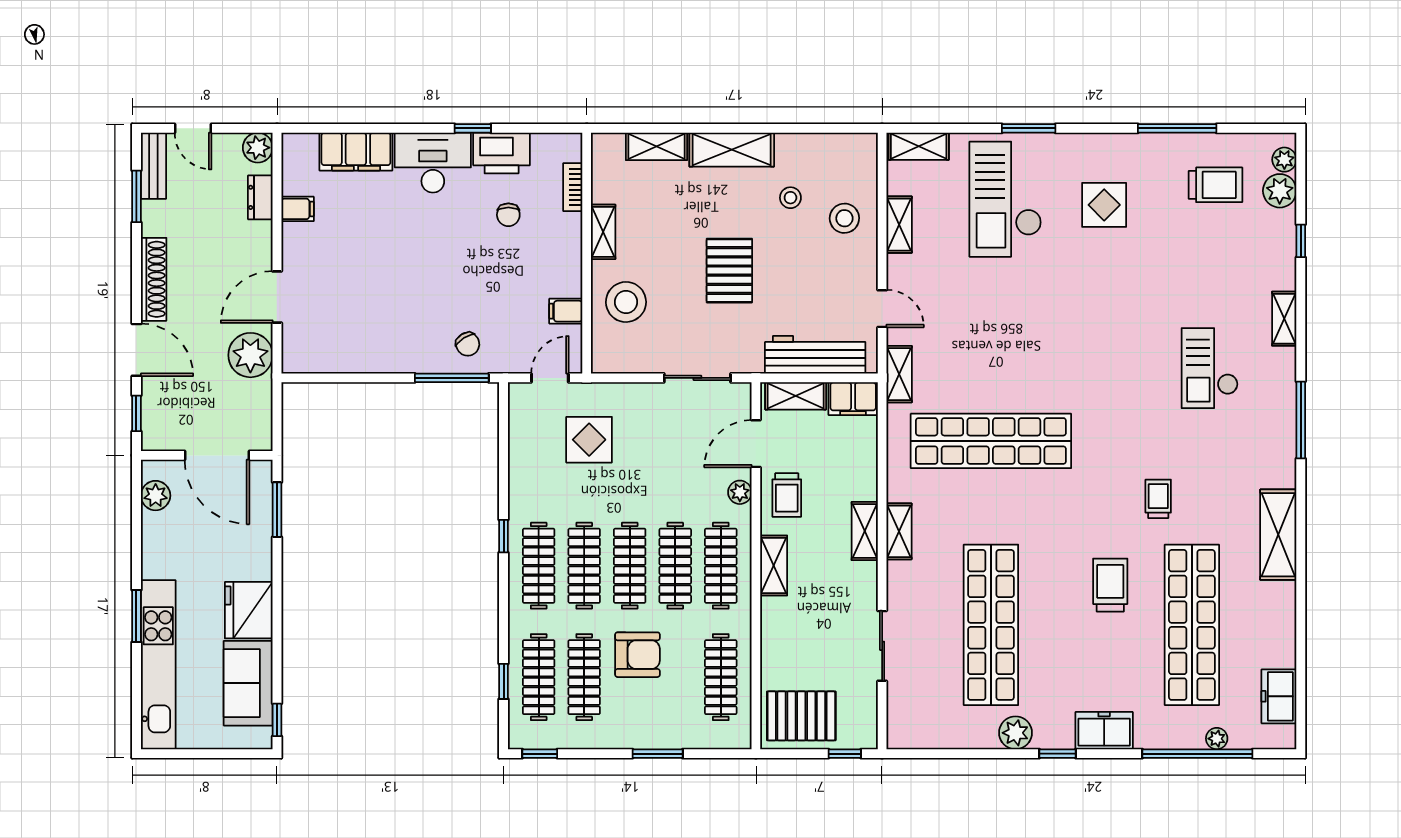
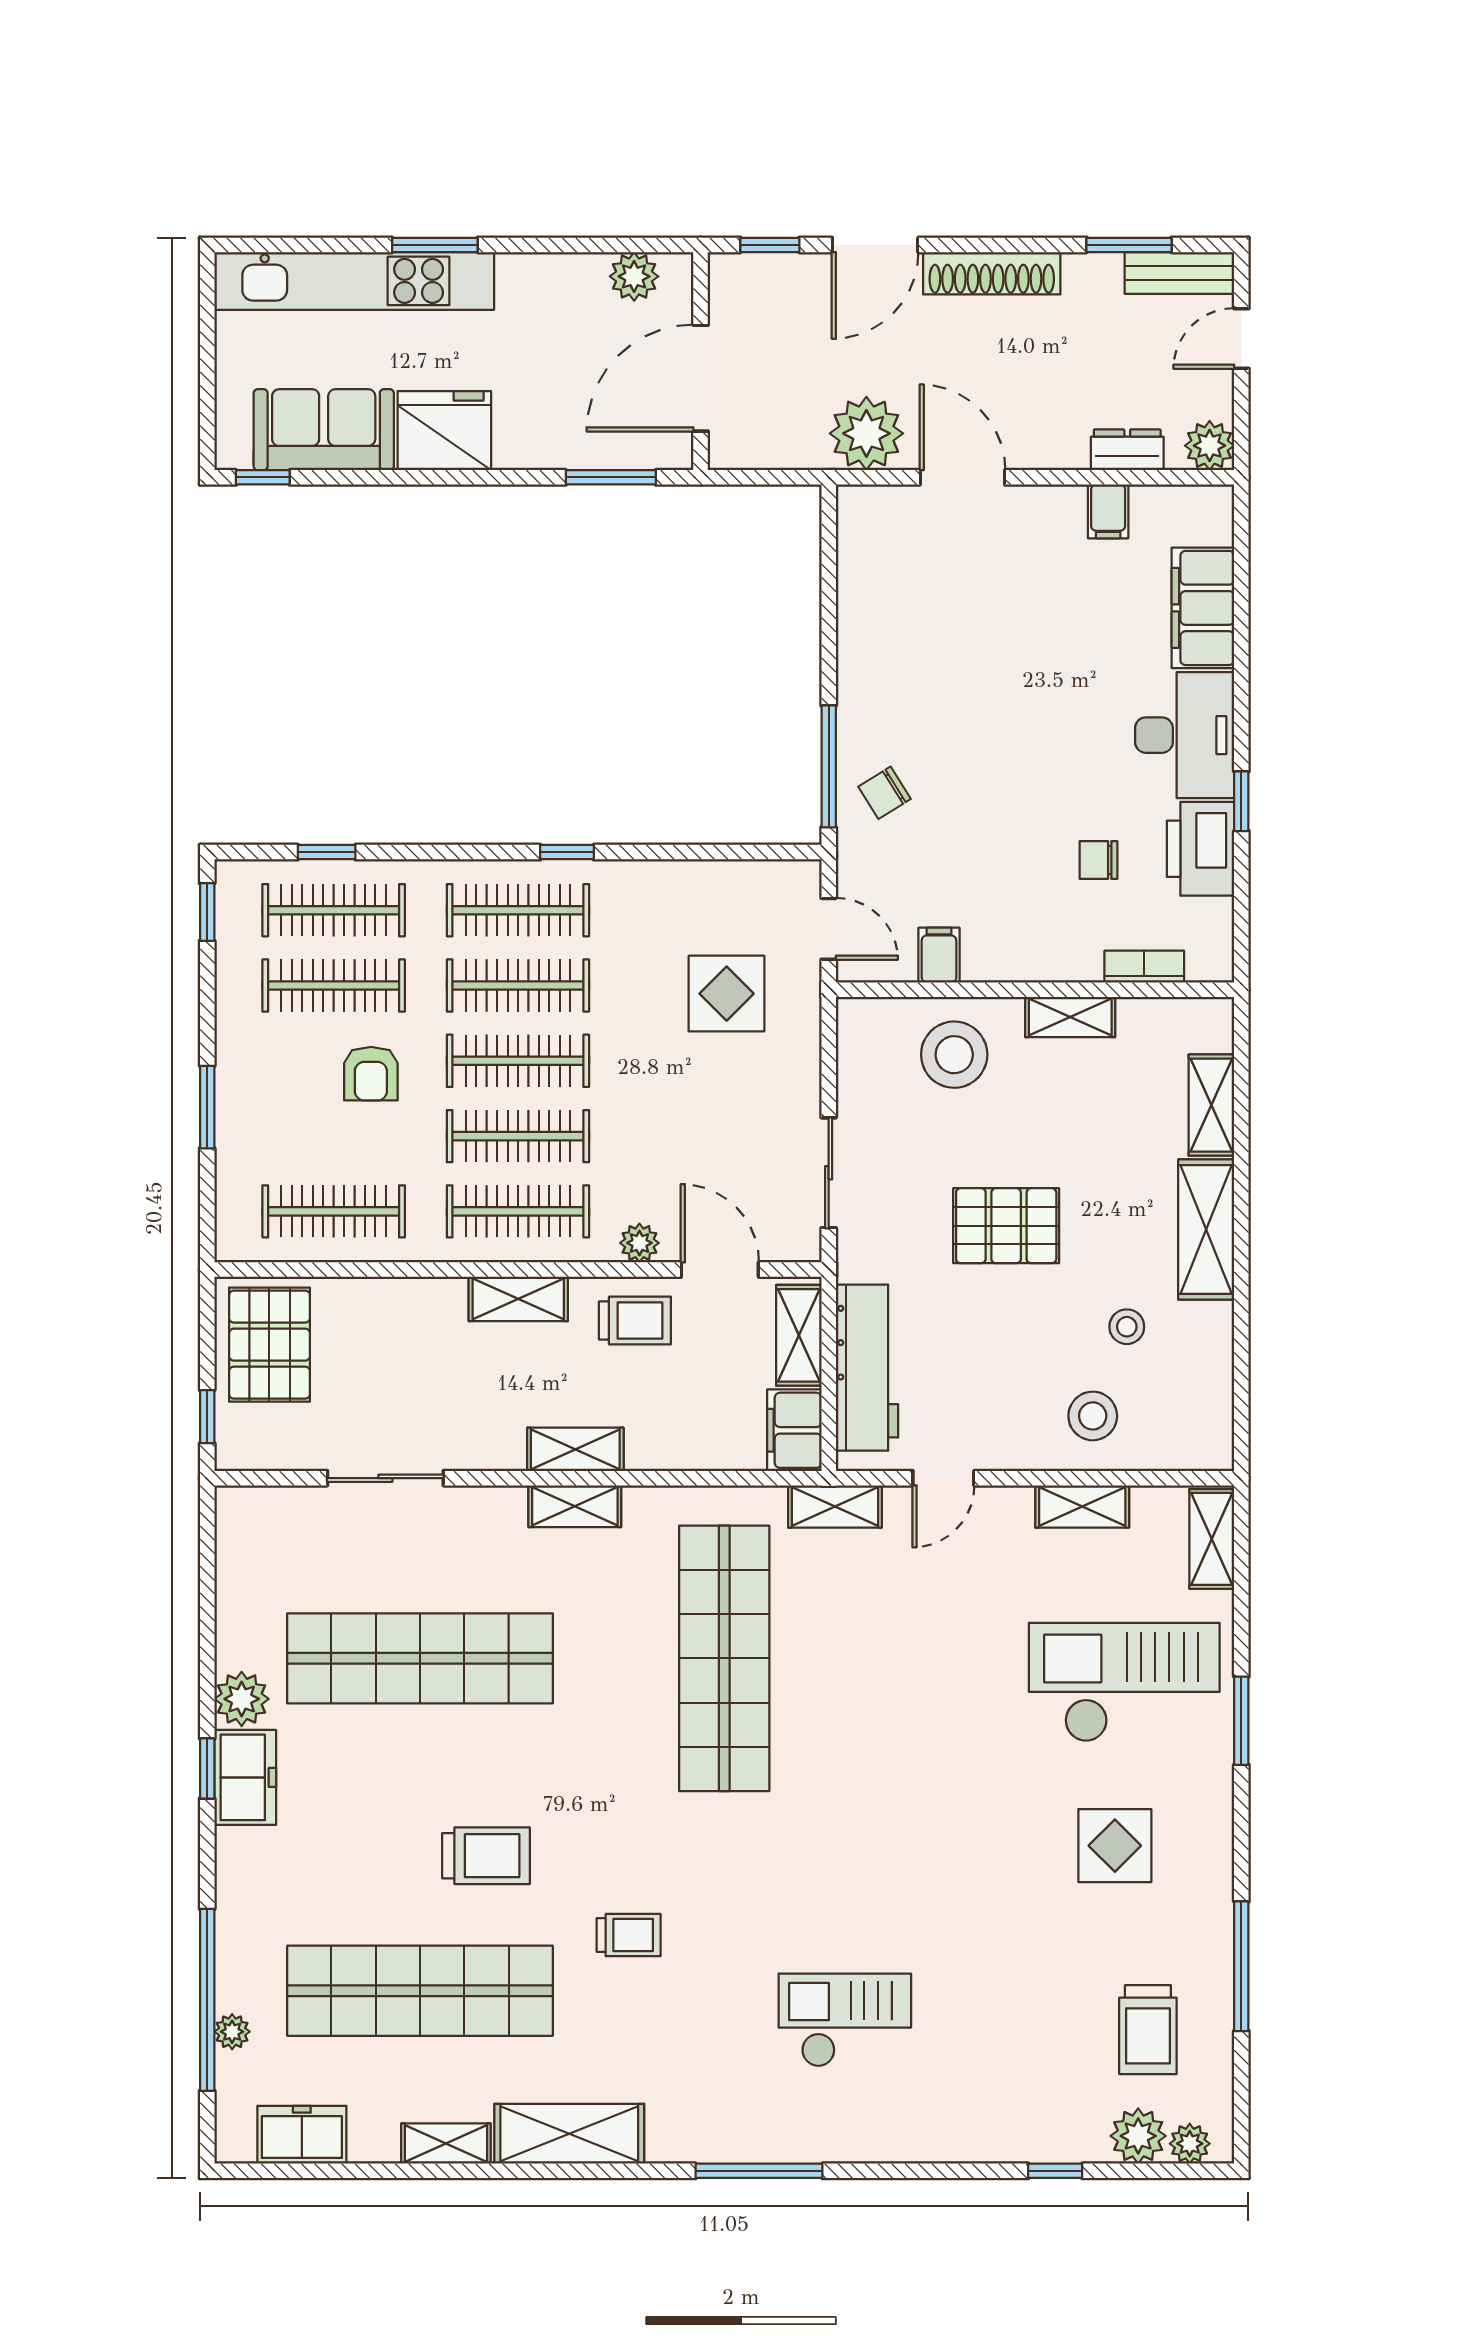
shelving: (1284, 319) -> (446, 2144), moved
trolley: (787, 495) -> (635, 1321), turned 180
armchair: (637, 655) -> (371, 1074), width x0.72, depth x0.72
freezer: (1104, 731) -> (245, 1777), moved

